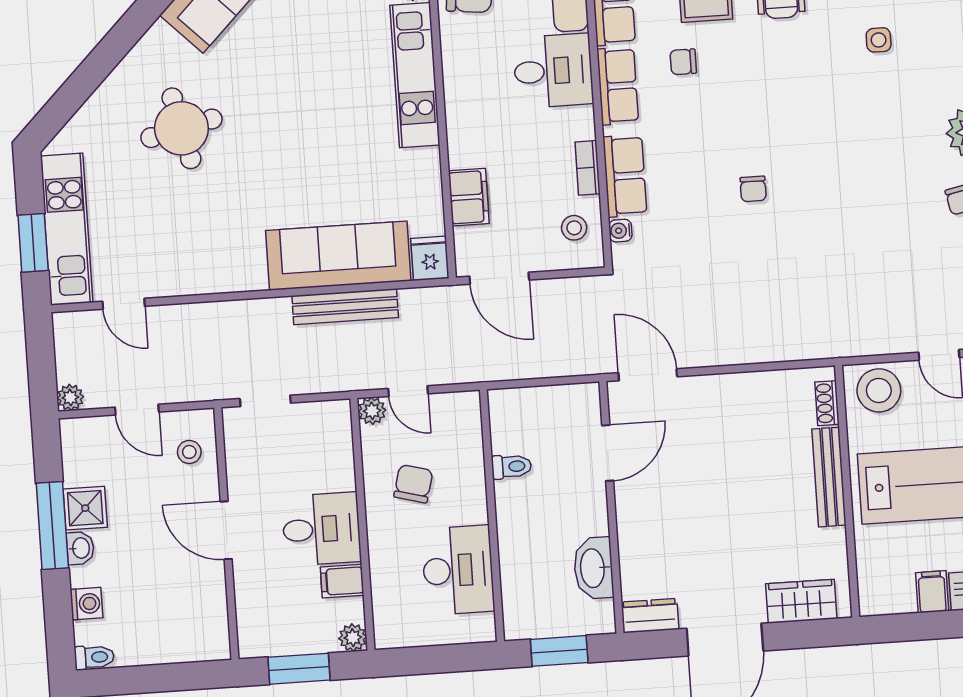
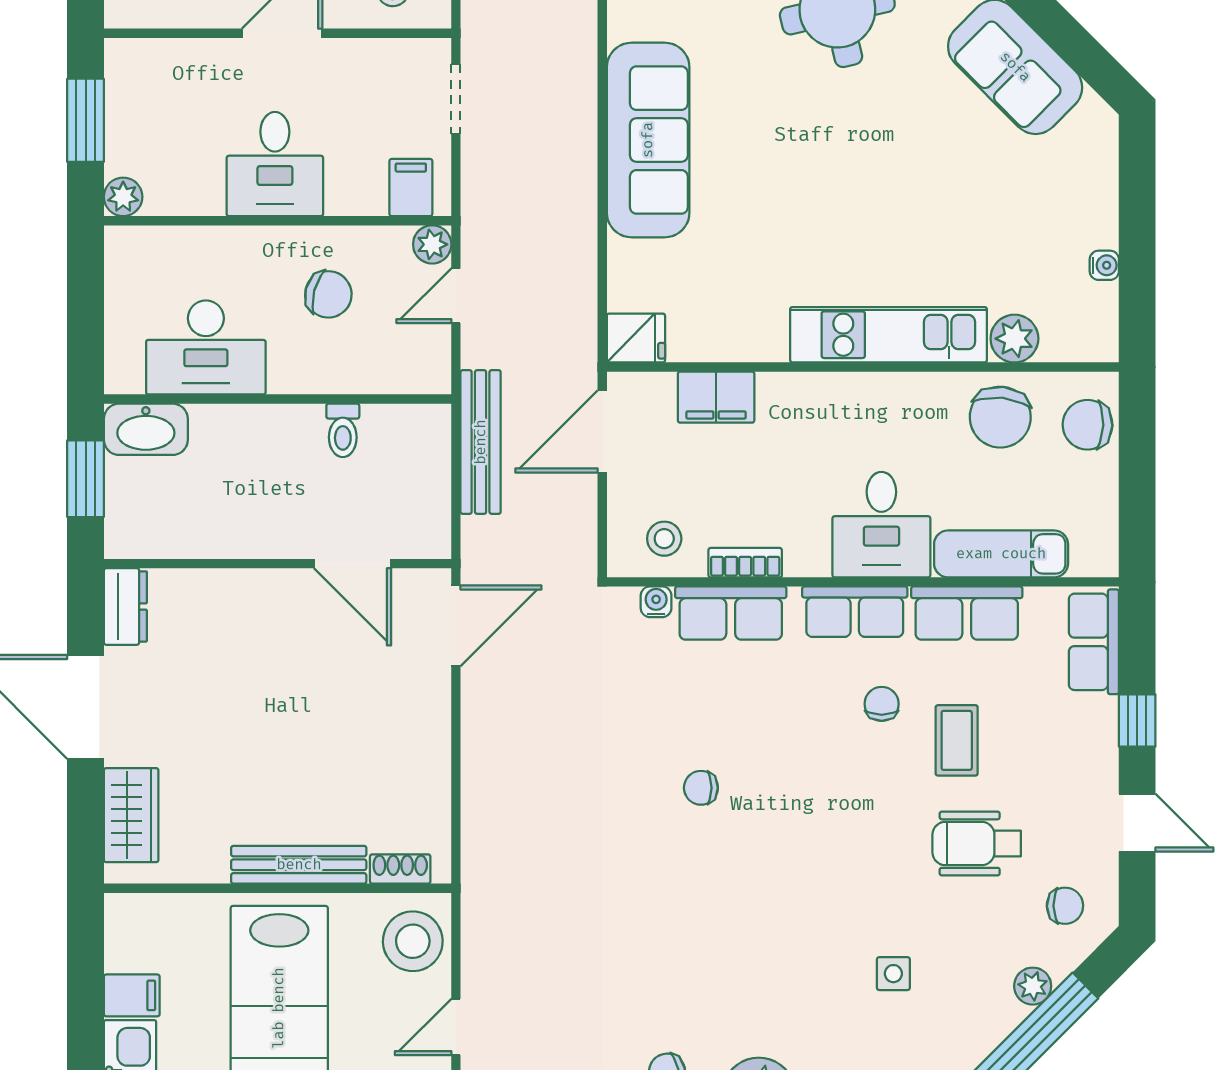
sofa: (338, 256) -> (648, 140), moved
bench: (345, 307) -> (481, 442), moved
washbasin: (593, 568) -> (146, 429), moved, turned 180
filing cabinet: (342, 581) -> (411, 188), moved

